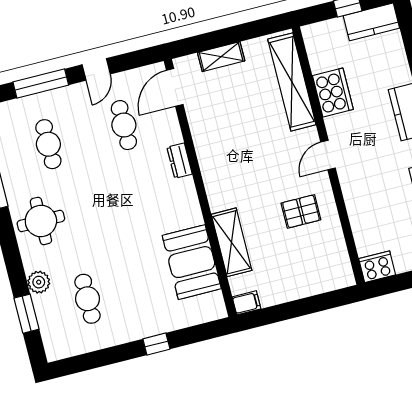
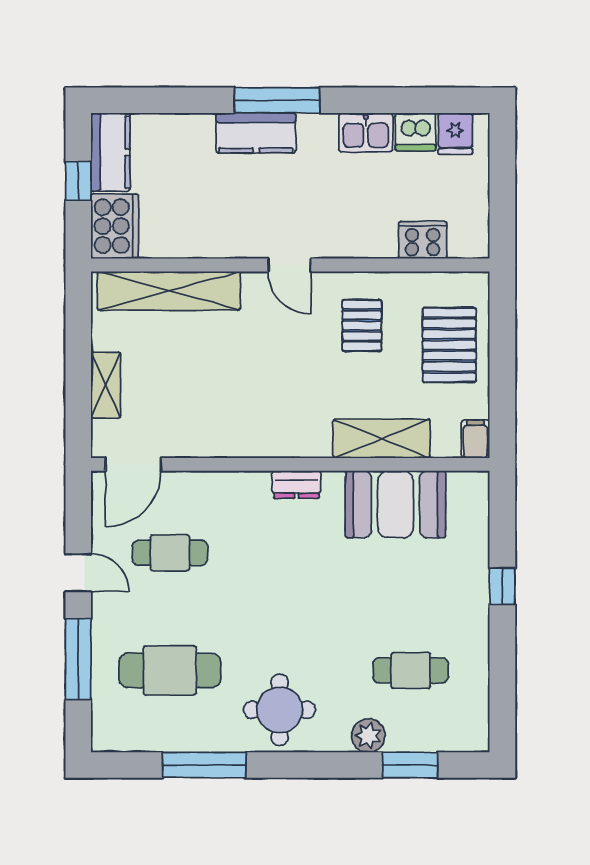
door: (175, 87) -> (133, 464), hinge flipped
cooker: (333, 93) -> (115, 226), moved, turned 90
cafe table: (48, 144) -> (170, 670), width x1.37, depth x1.35
dresser: (180, 161) -> (296, 484), moved
cooker: (377, 267) -> (423, 240), moved, turned 90
pallet: (303, 271) -> (449, 345), added

